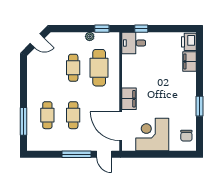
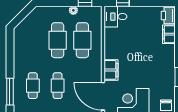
door: (37, 41) -> (23, 14), removed
cafe table: (73, 68) -> (58, 40), width x1.37, depth x1.35

